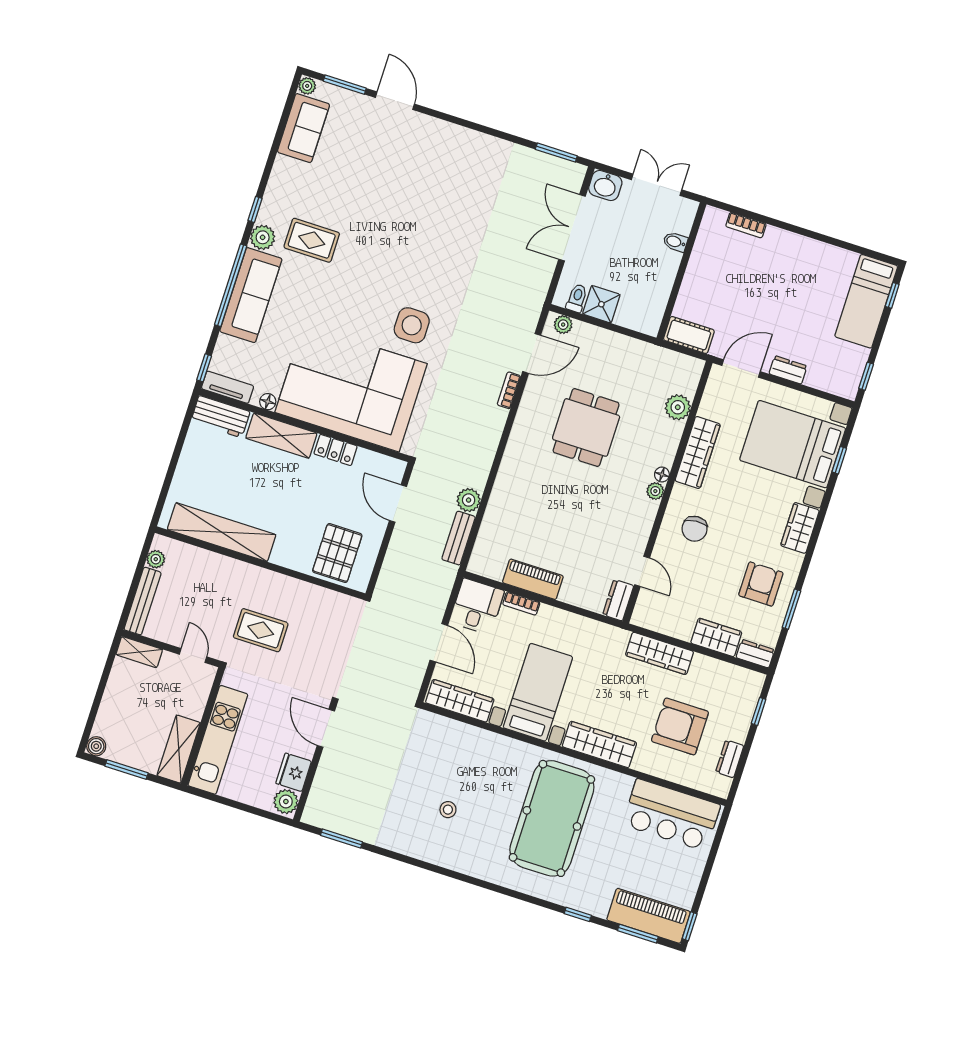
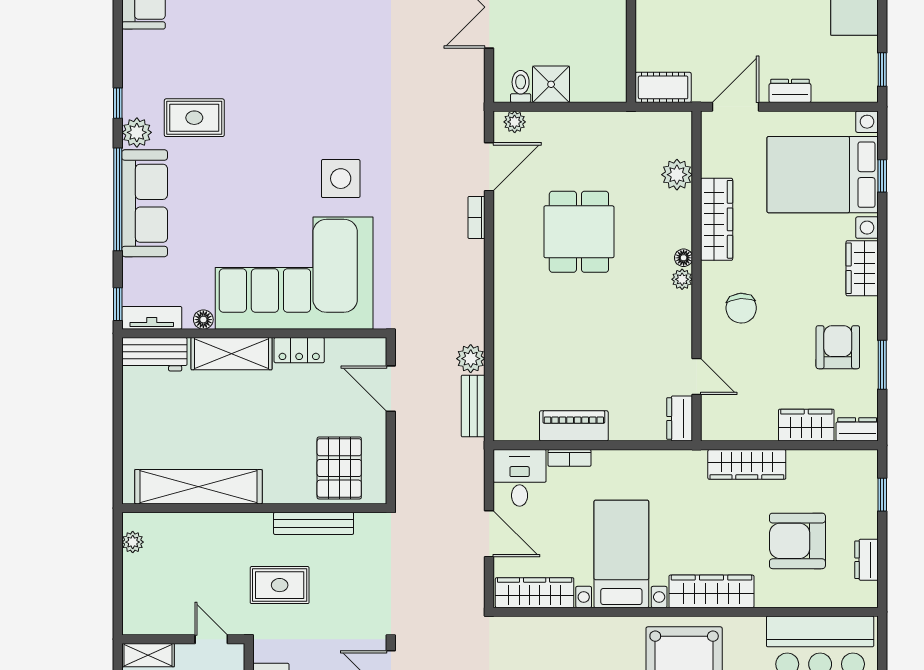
bench: (143, 601) -> (314, 523), moved, turned 90

